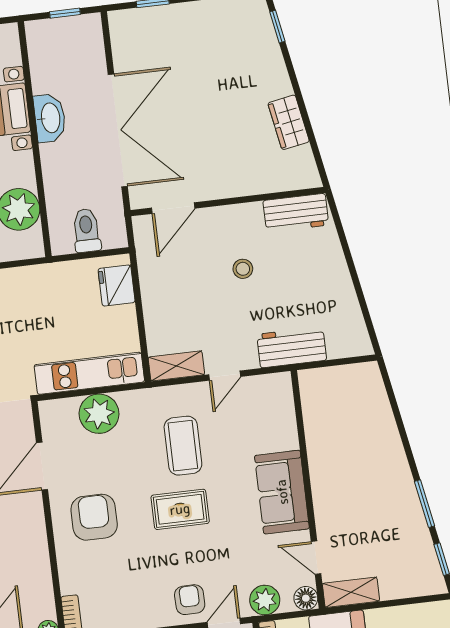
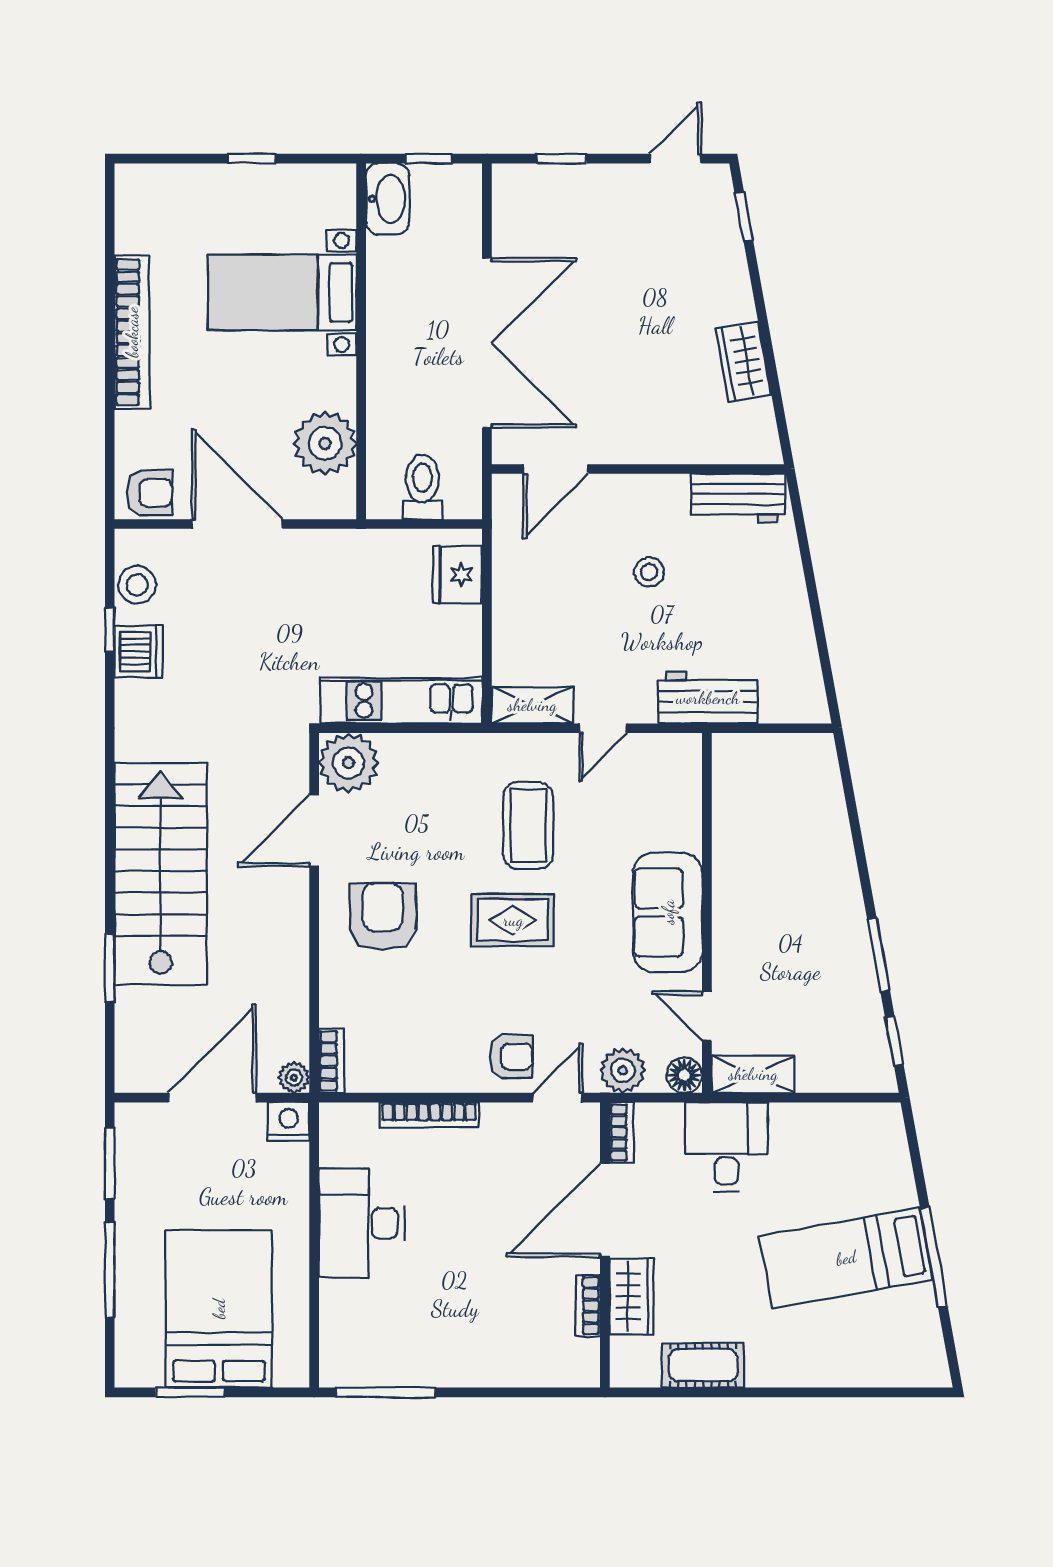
washbasin: (50, 118) -> (388, 199), moved
plant: (99, 414) -> (349, 763), moved
armchair: (190, 600) -> (511, 1057), turned 91

